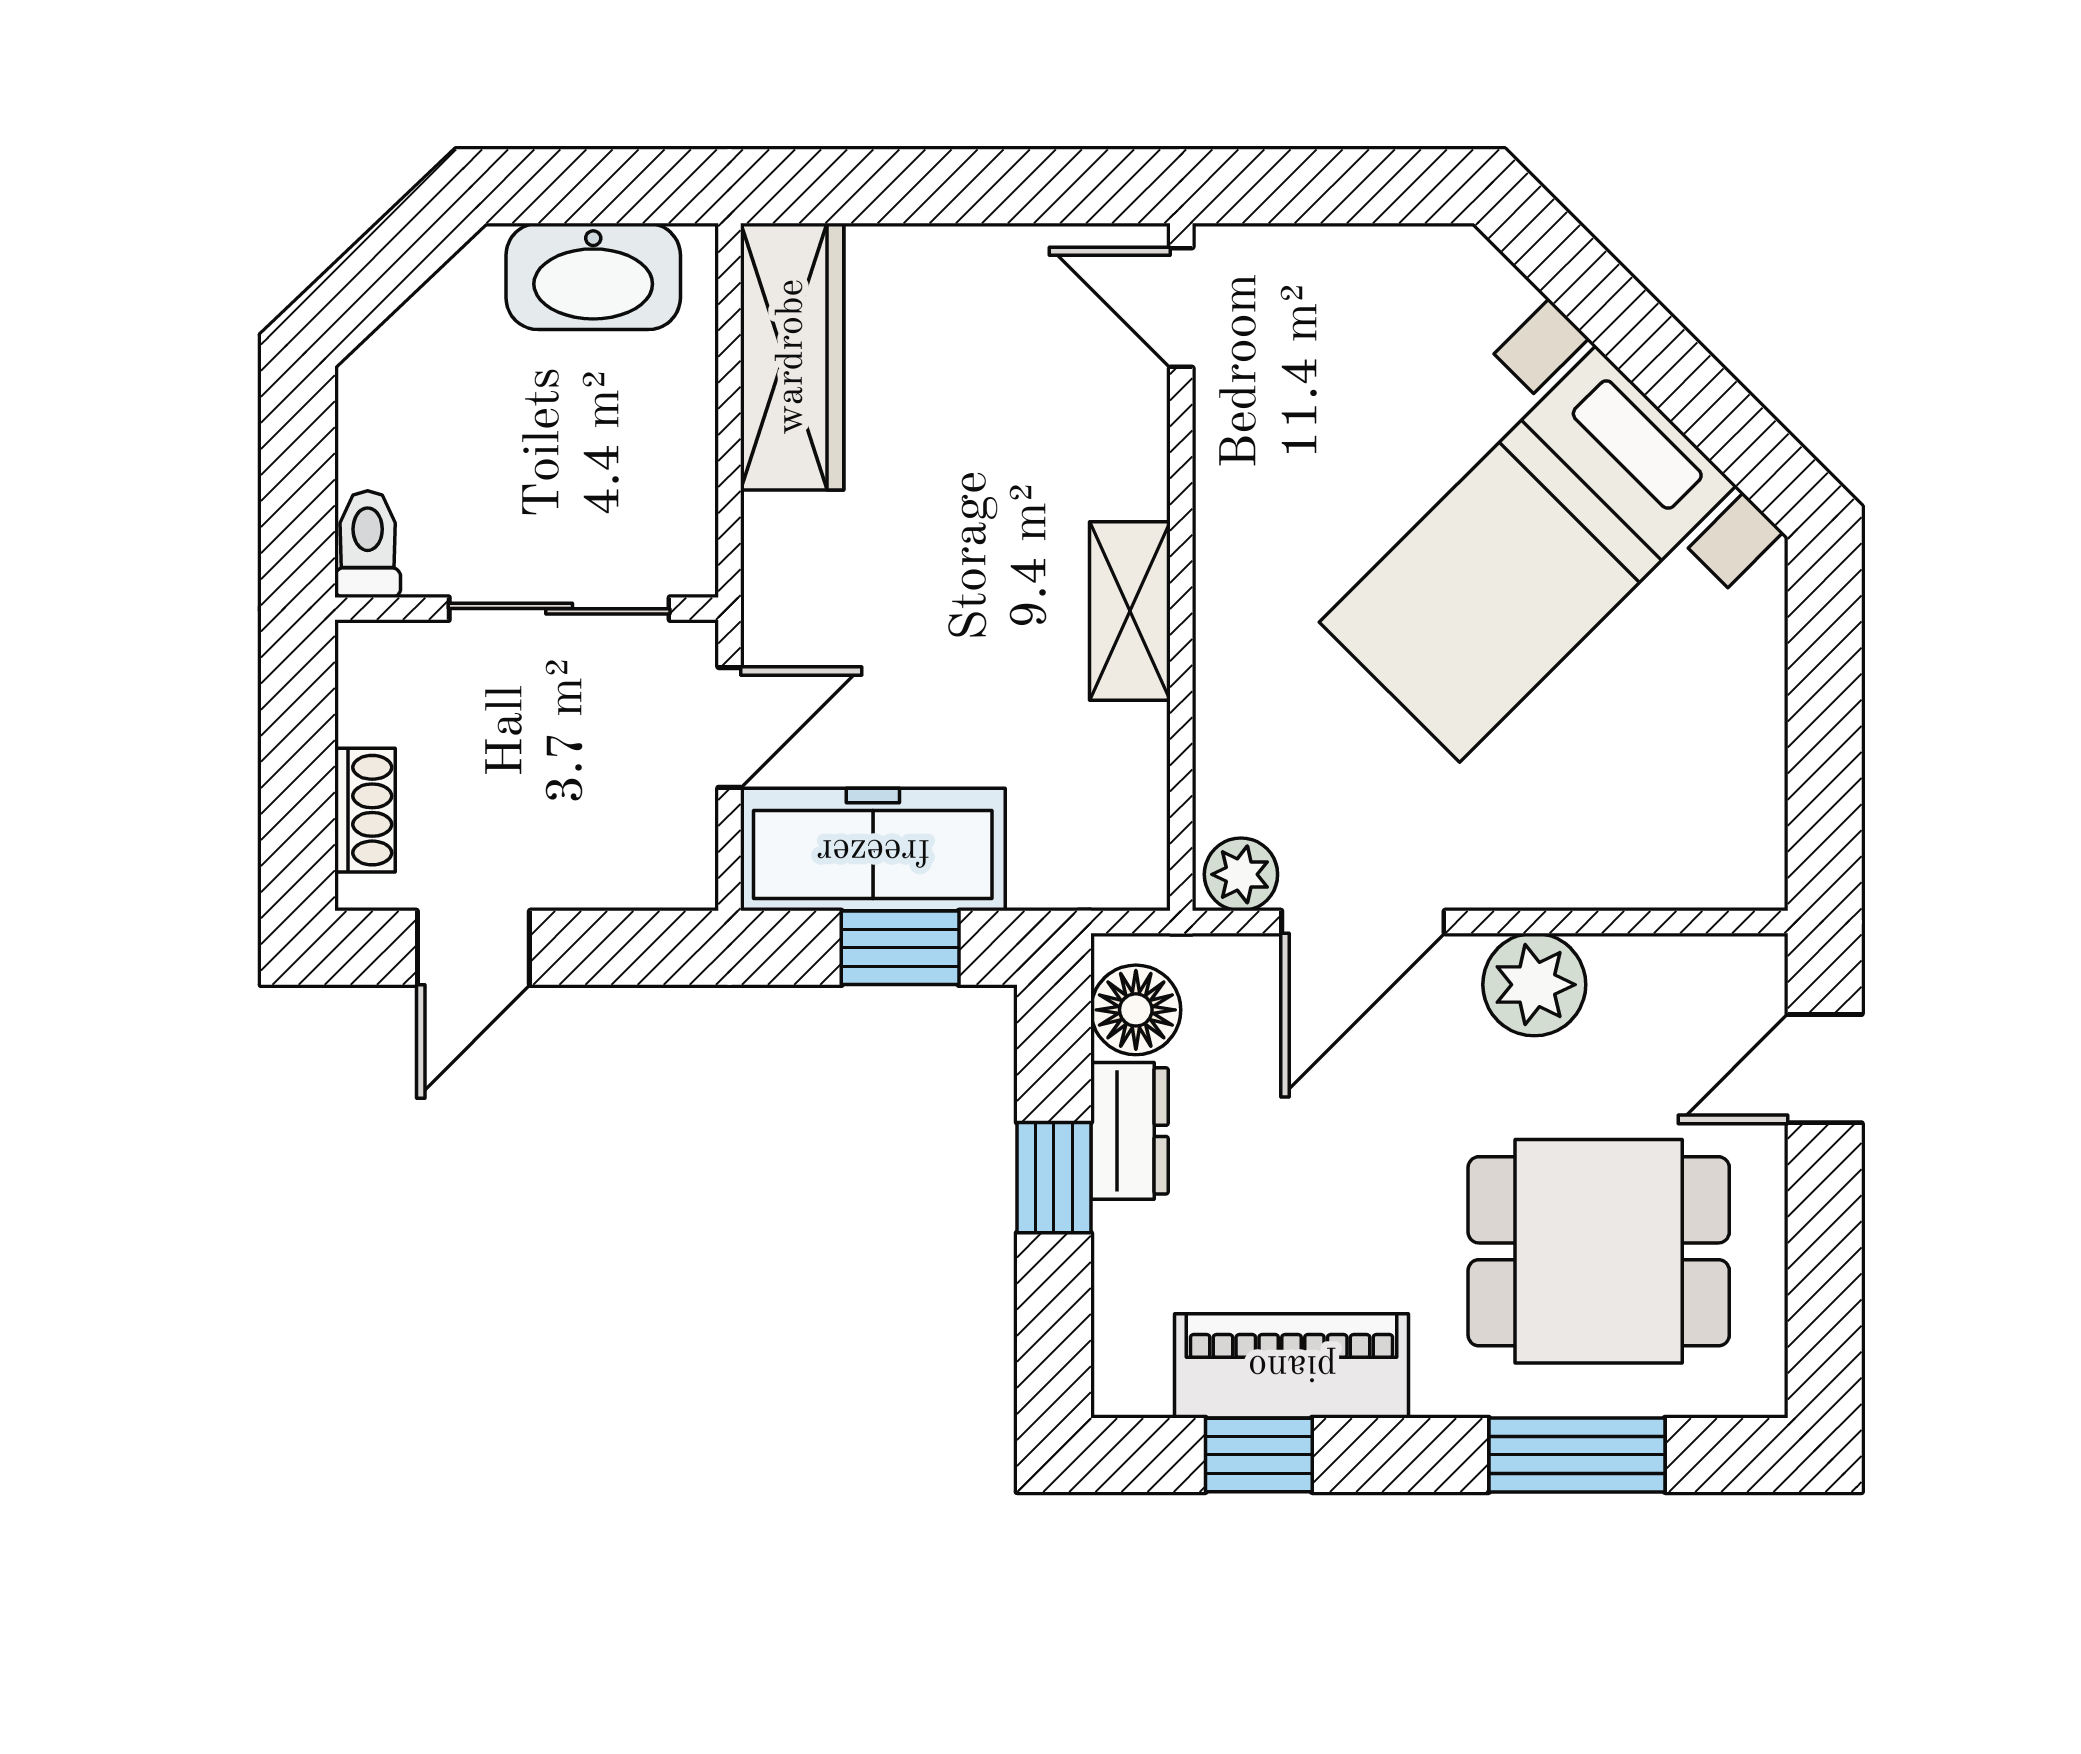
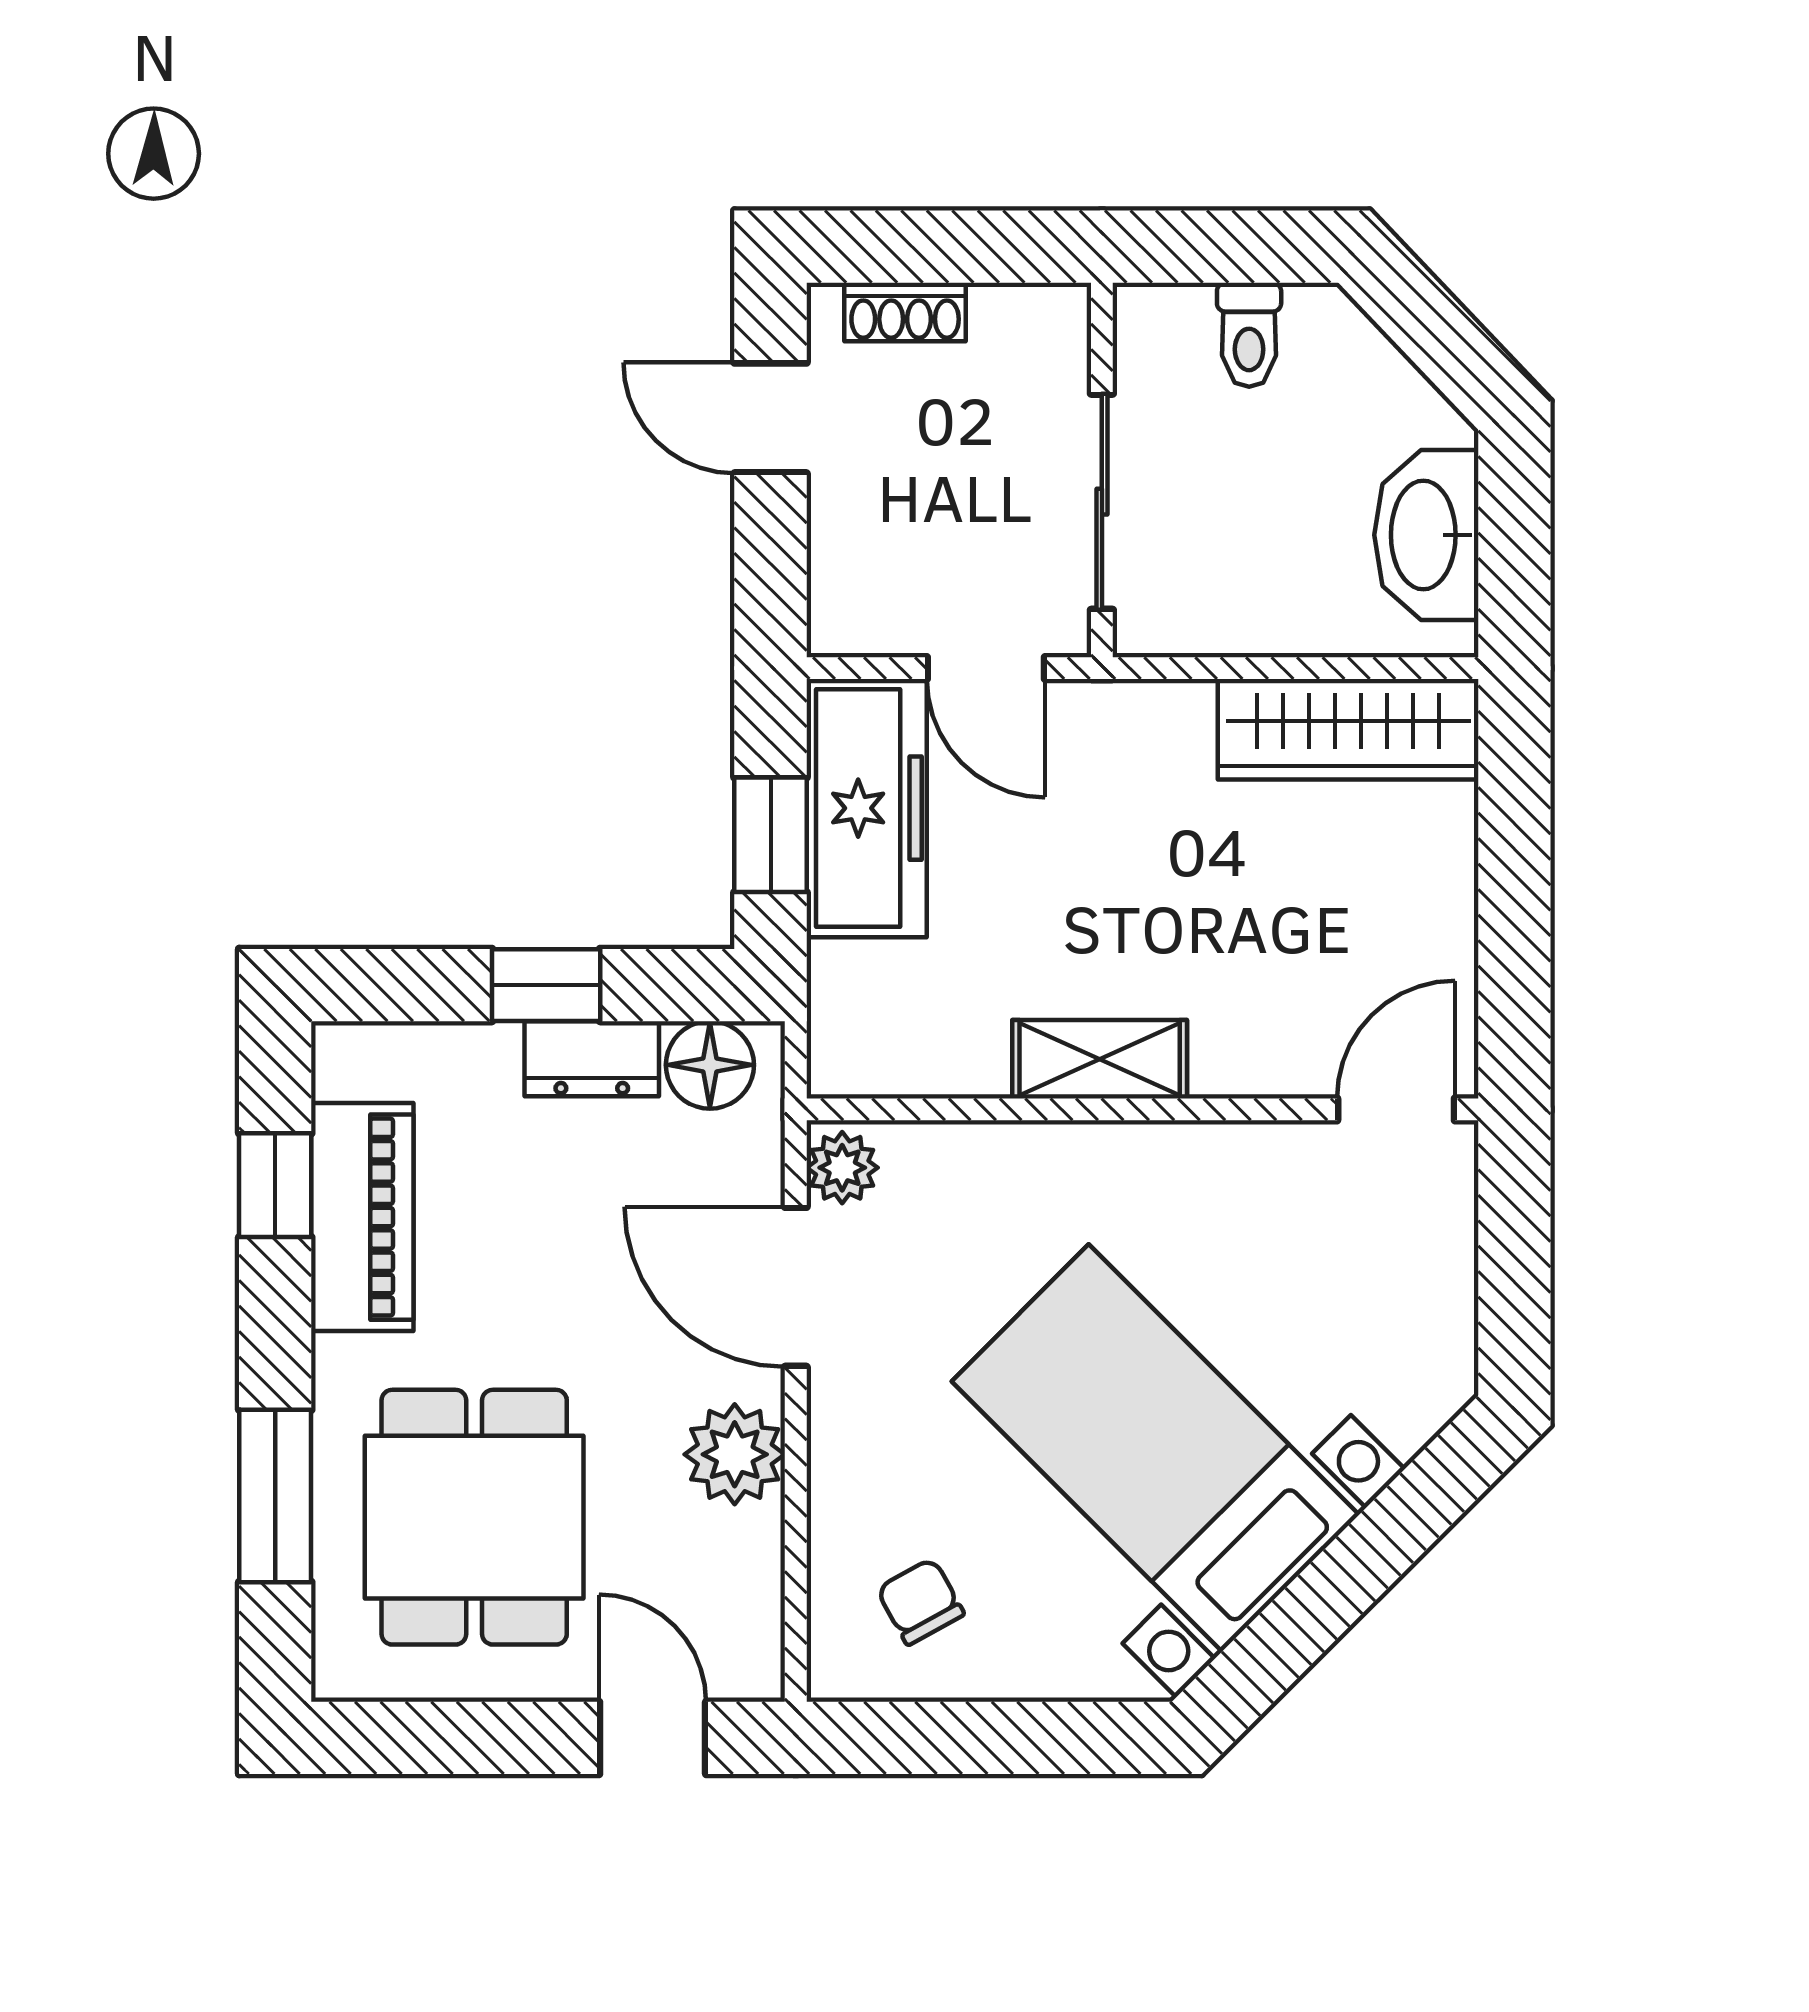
toilet: (368, 544) -> (1249, 335), moved, turned 90
chair: (1685, 794) -> (920, 1602), added

